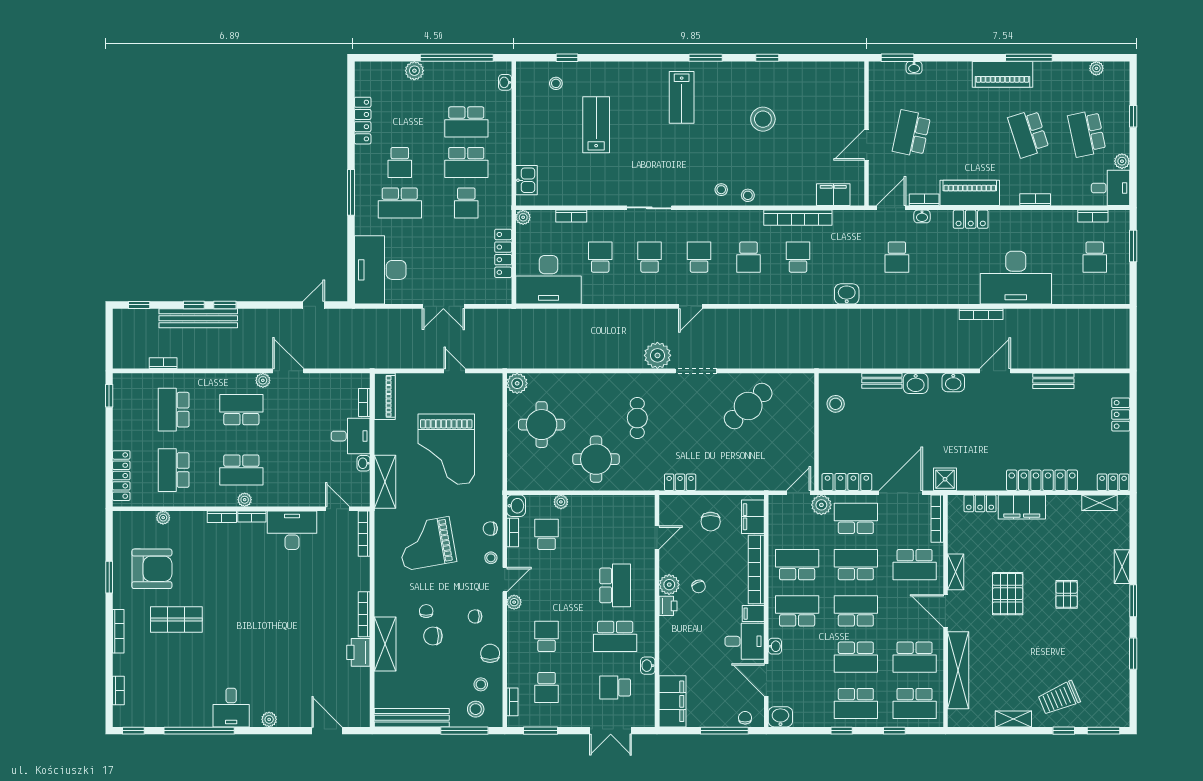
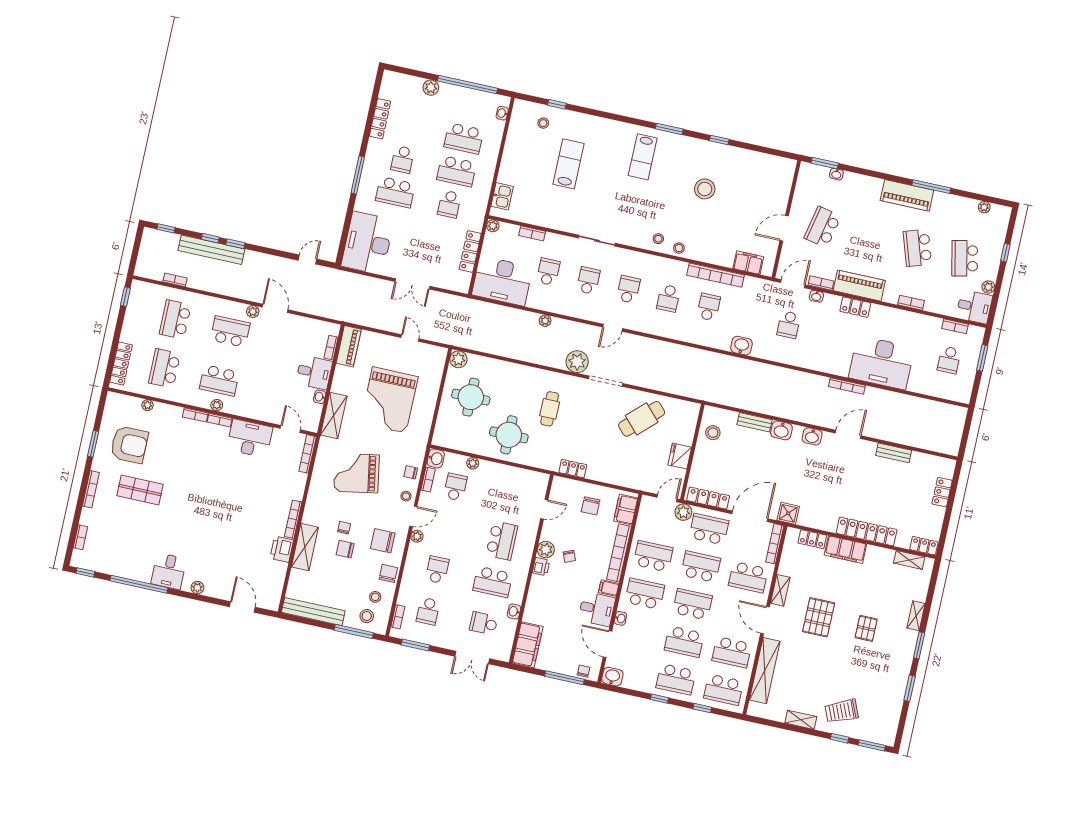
plant: (609, 315) -> (545, 321), added
fridge: (803, 440) -> (680, 456), added
chair: (475, 616) -> (383, 541), width x1.87, depth x1.87

